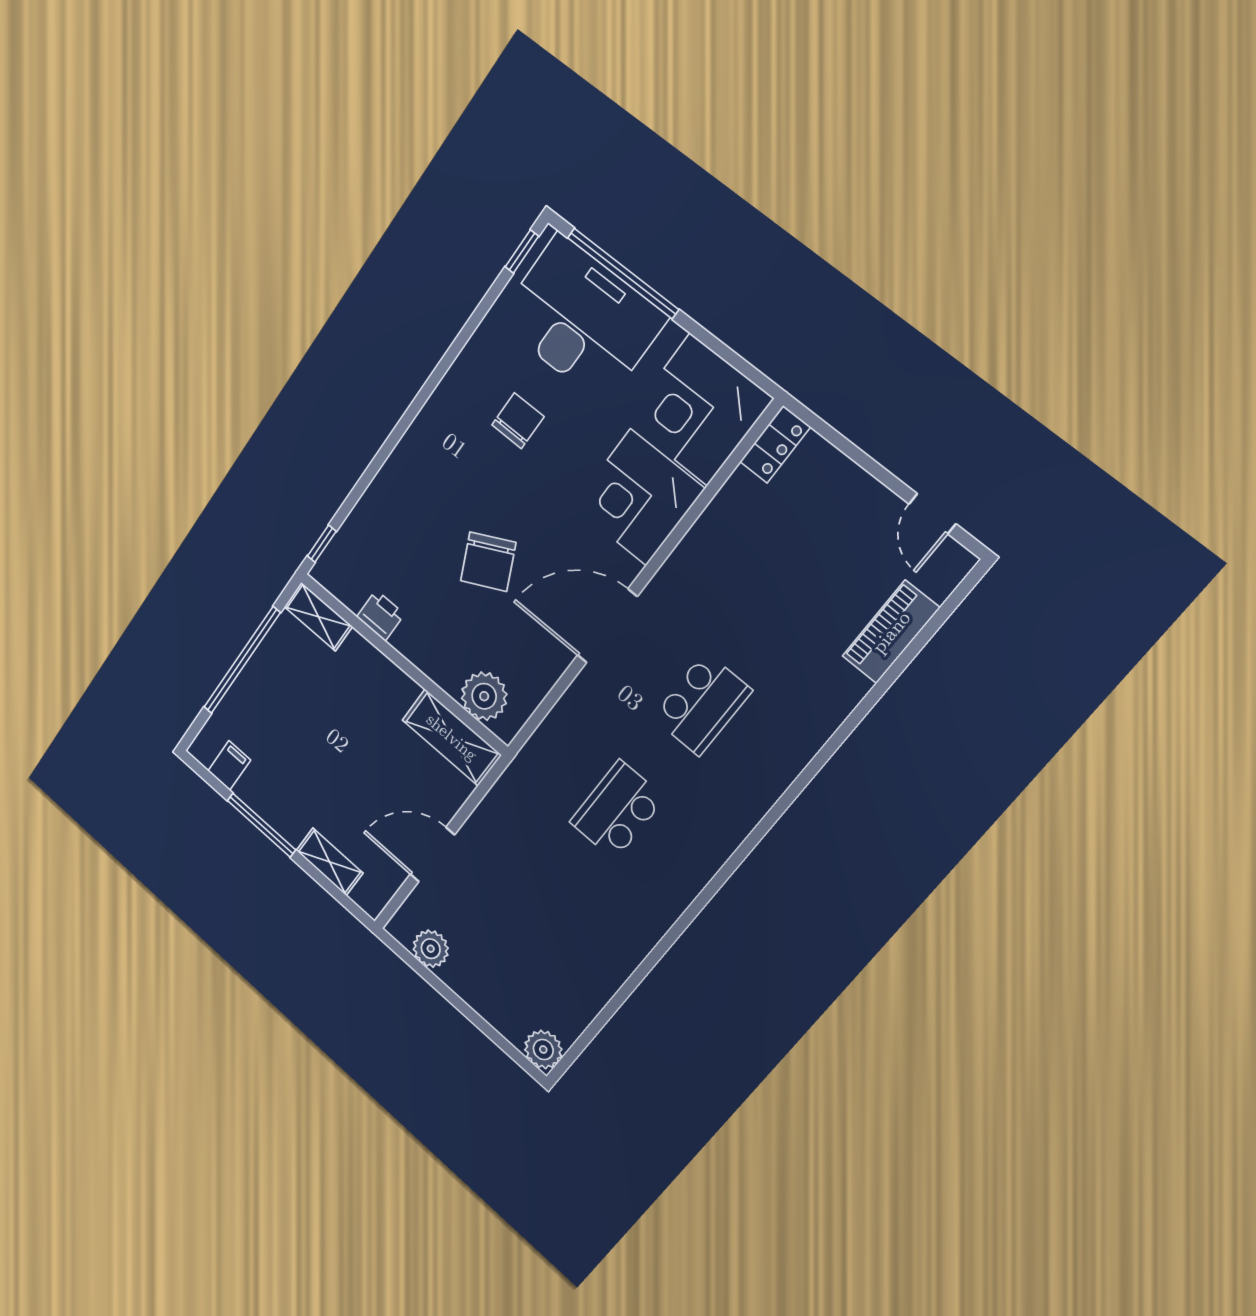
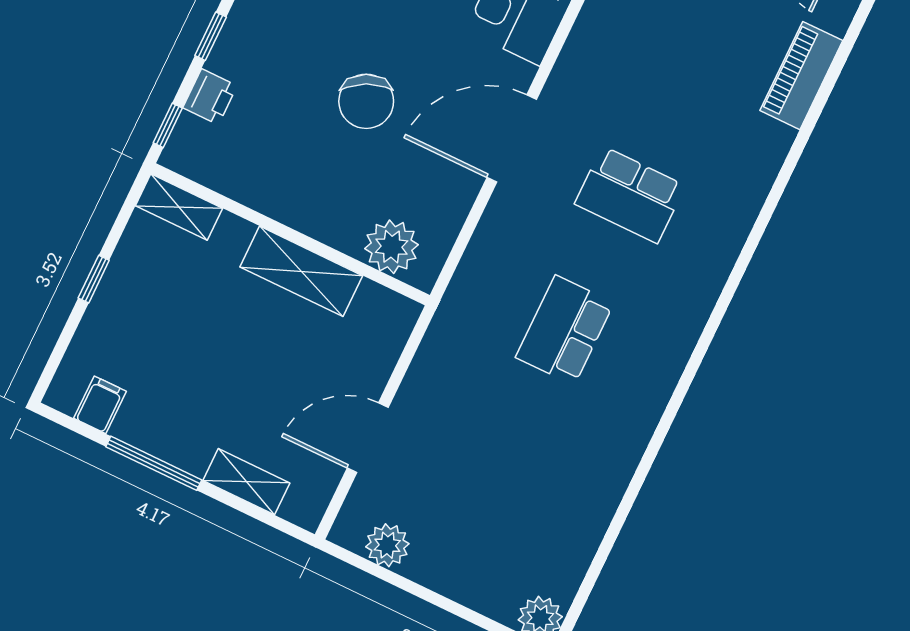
window: (370, 473) -> (211, 36), added
printer: (381, 616) -> (210, 97), moved, turned 90
window: (242, 660) -> (94, 279), width x0.32
school desk: (702, 704) -> (630, 195), turned 90
shelving: (452, 737) -> (301, 271), moved

